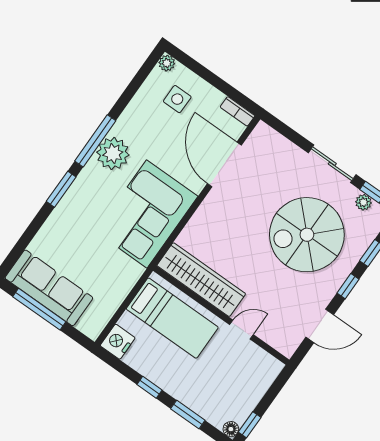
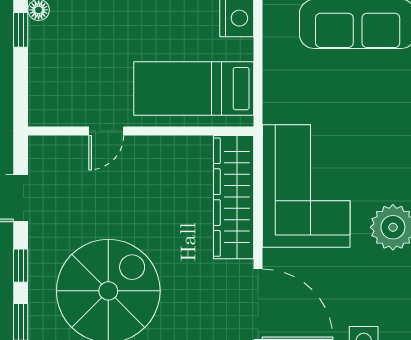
wardrobe: (201, 280) -> (234, 197), moved, turned 90

